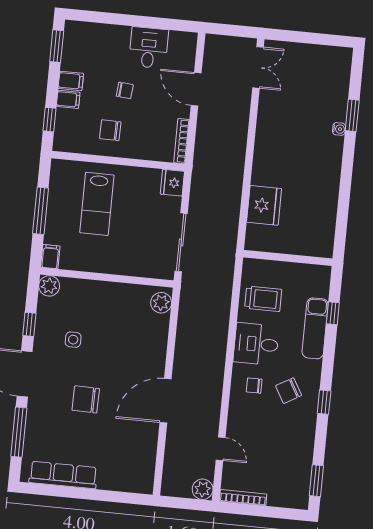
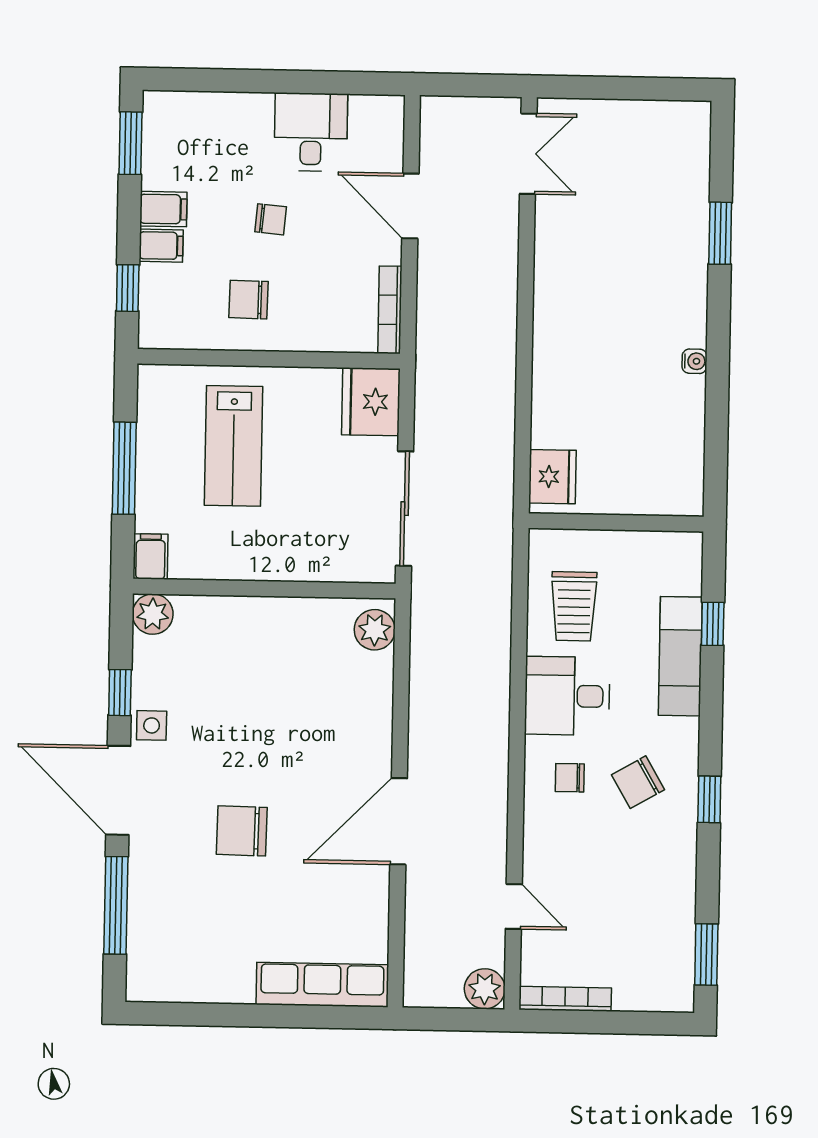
water cooler: (339, 129) -> (694, 361), moved
fridge: (172, 183) -> (371, 402), width x1.36, depth x1.34
fridge: (264, 205) -> (552, 477), moved, width x0.73, depth x0.75
trolley: (263, 299) -> (574, 606), turned 90
side table: (73, 340) -> (152, 725), moved
row of seats: (63, 475) -> (322, 985), moved

